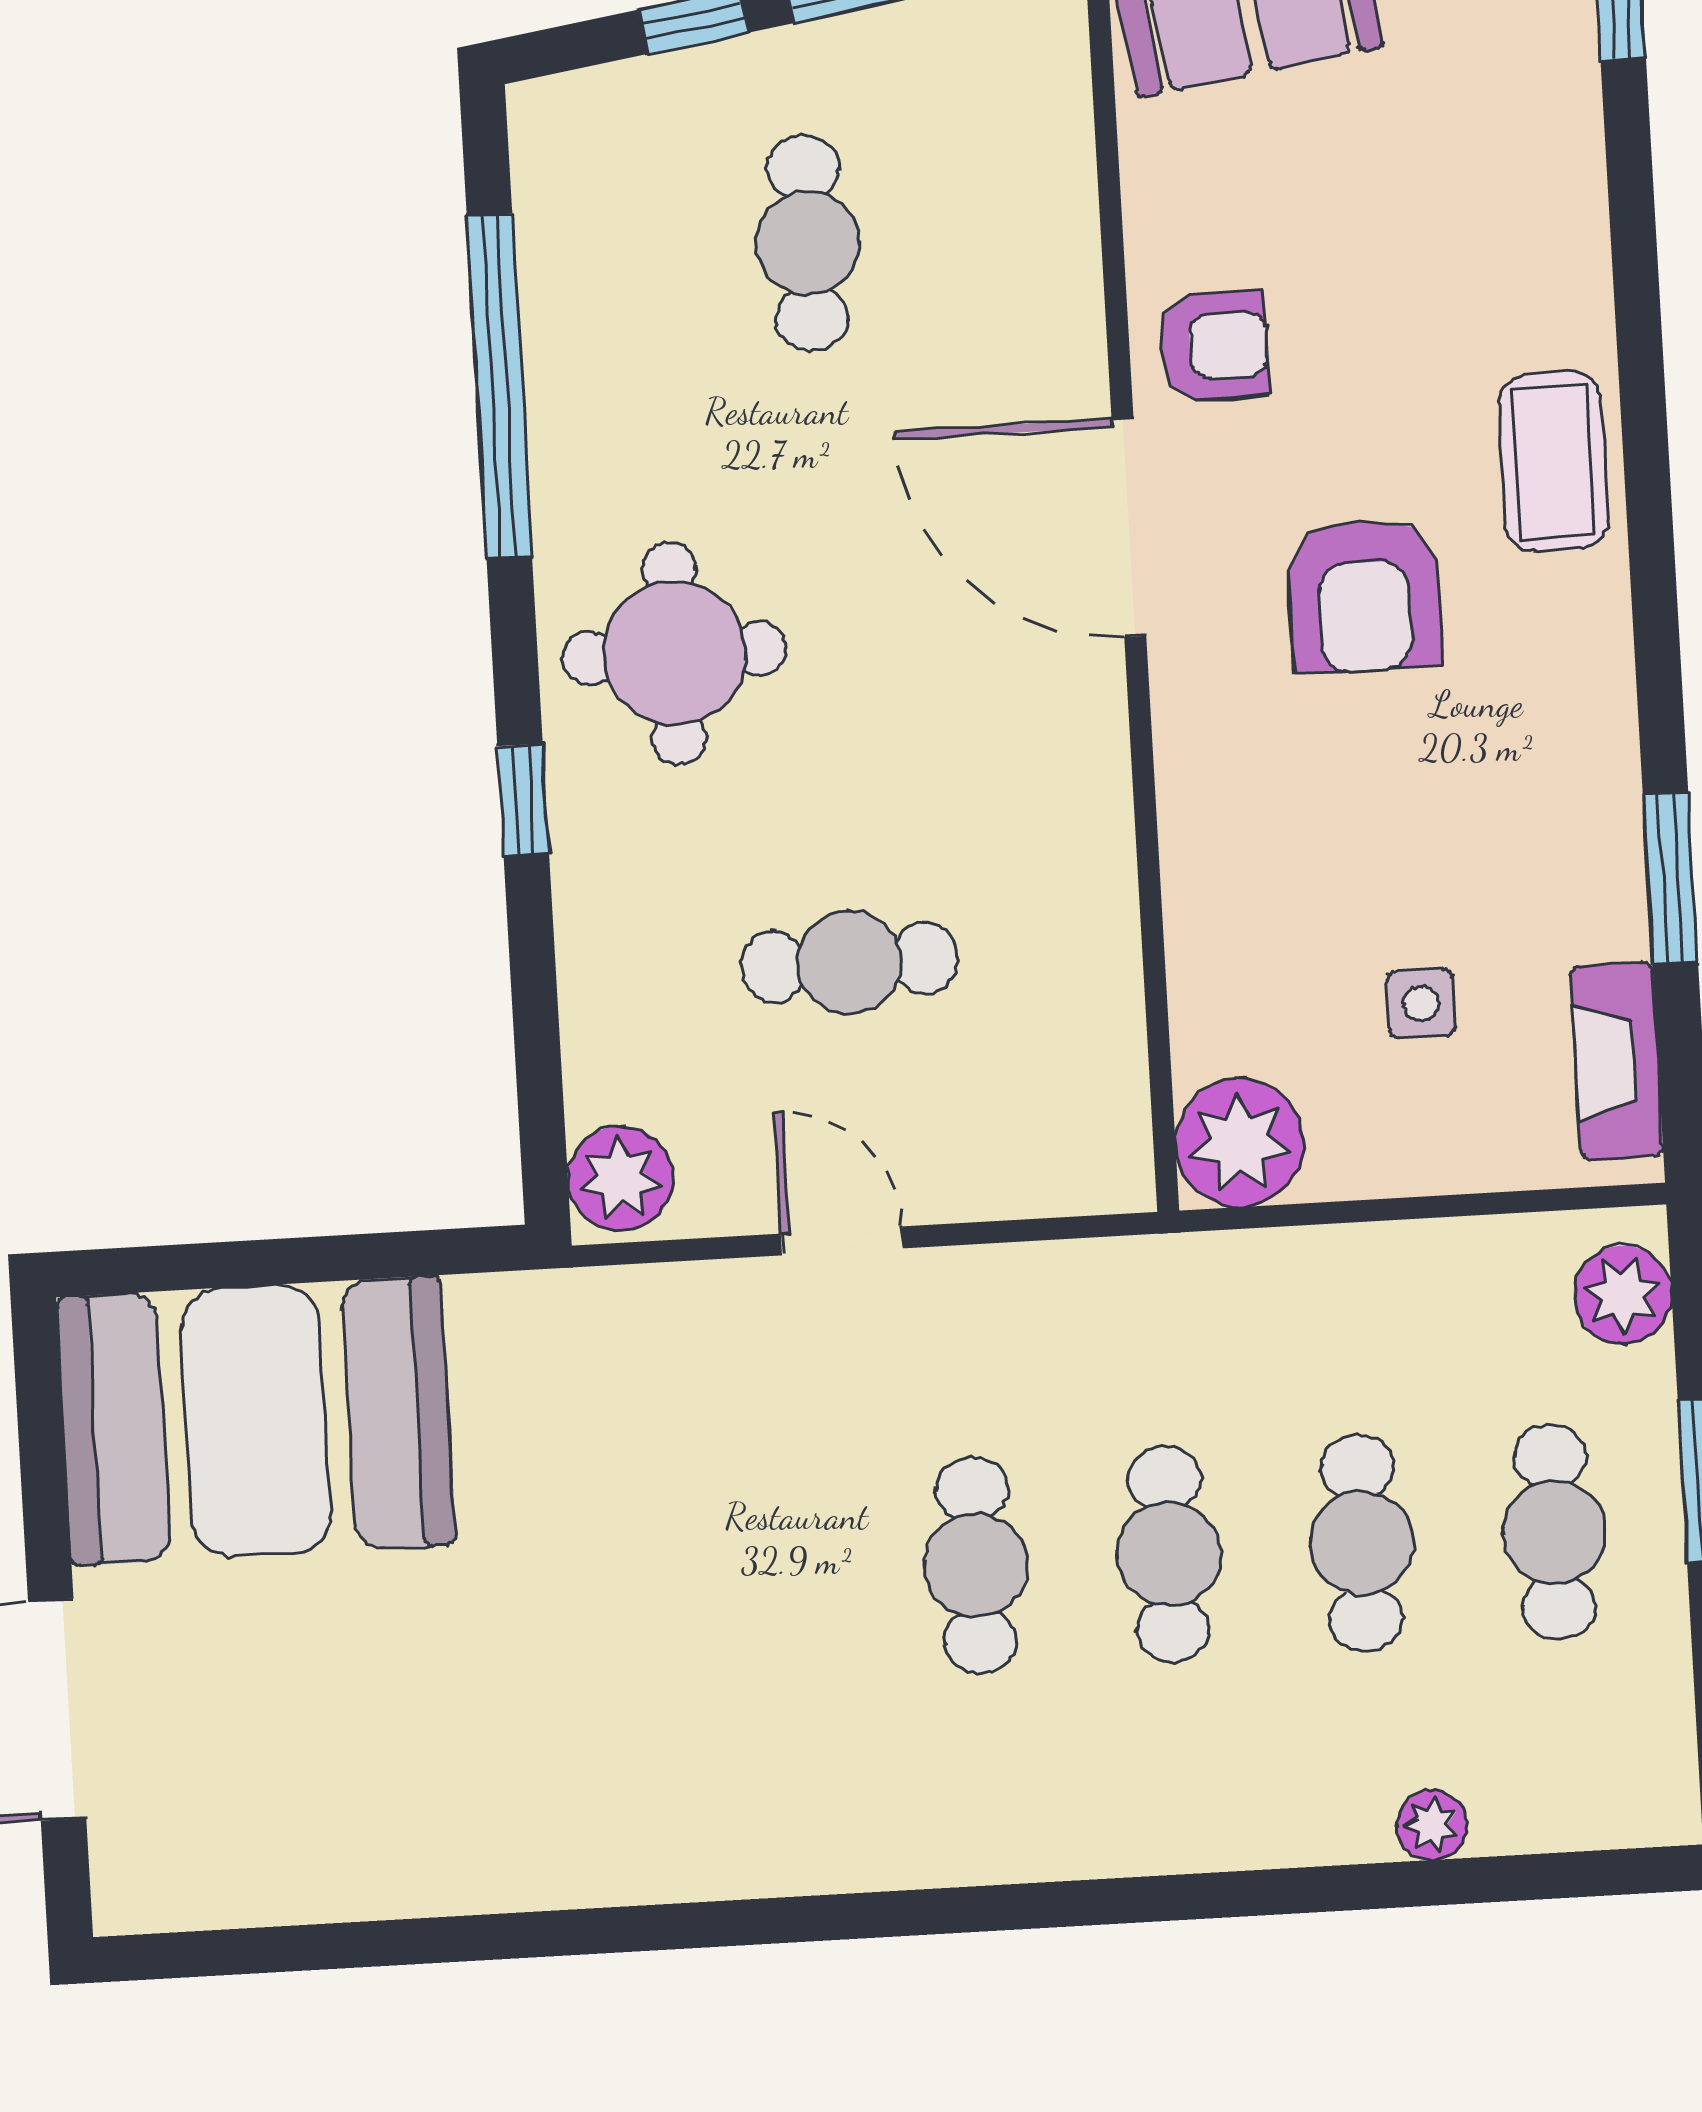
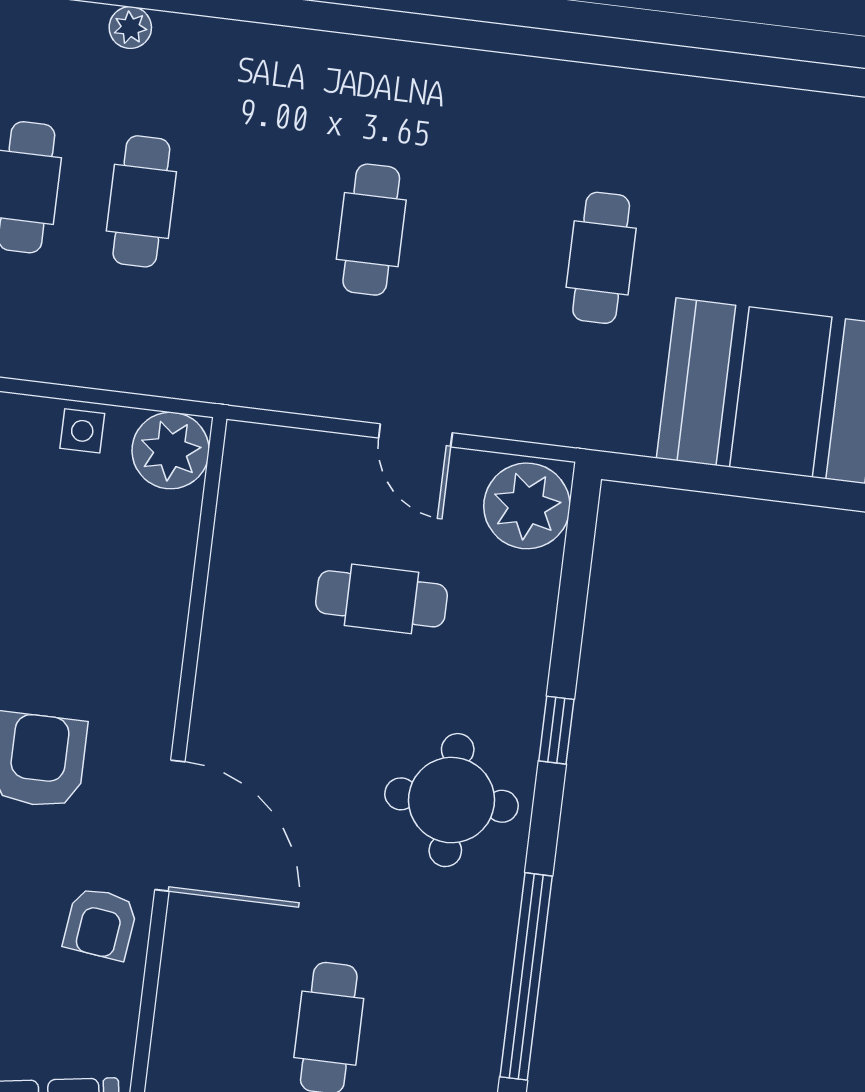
armchair: (1214, 346) -> (100, 923), turned -83
side table: (1421, 1003) -> (82, 431), moved
plant: (620, 1178) -> (527, 506), width x1.36, depth x1.36
cafe table: (1169, 1554) -> (601, 258), moved

